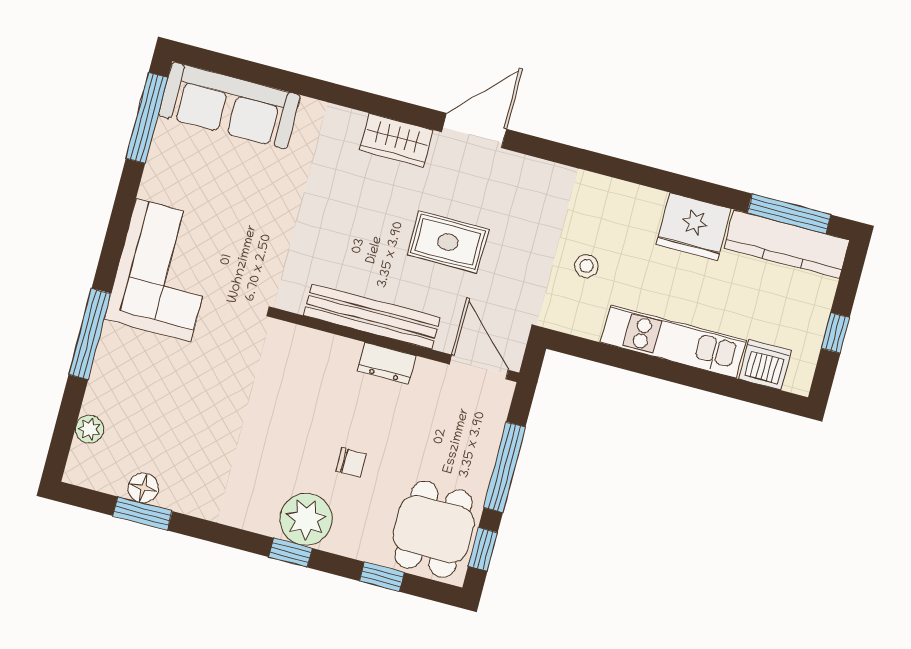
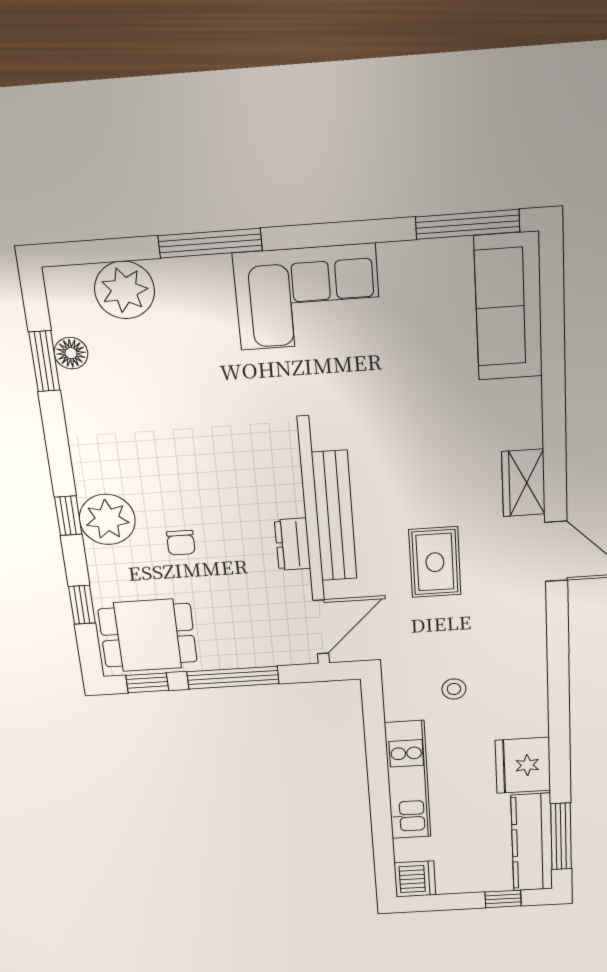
window: (835, 333) -> (503, 899), moved
dishwasher: (765, 365) -> (415, 879), moved
plant: (89, 429) -> (124, 290), width x1.87, depth x1.87

